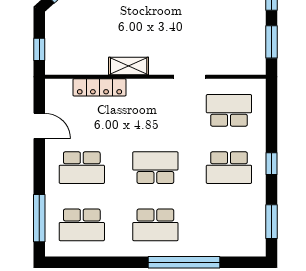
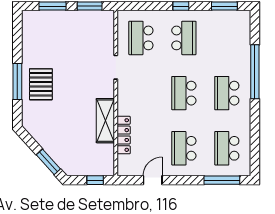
shelving: (129, 66) -> (105, 121), width x1.50, depth x1.33
school desk: (82, 168) -> (184, 148), turned 180
school desk: (82, 225) -> (227, 148), turned 180
school desk: (155, 225) -> (227, 93), turned 180

